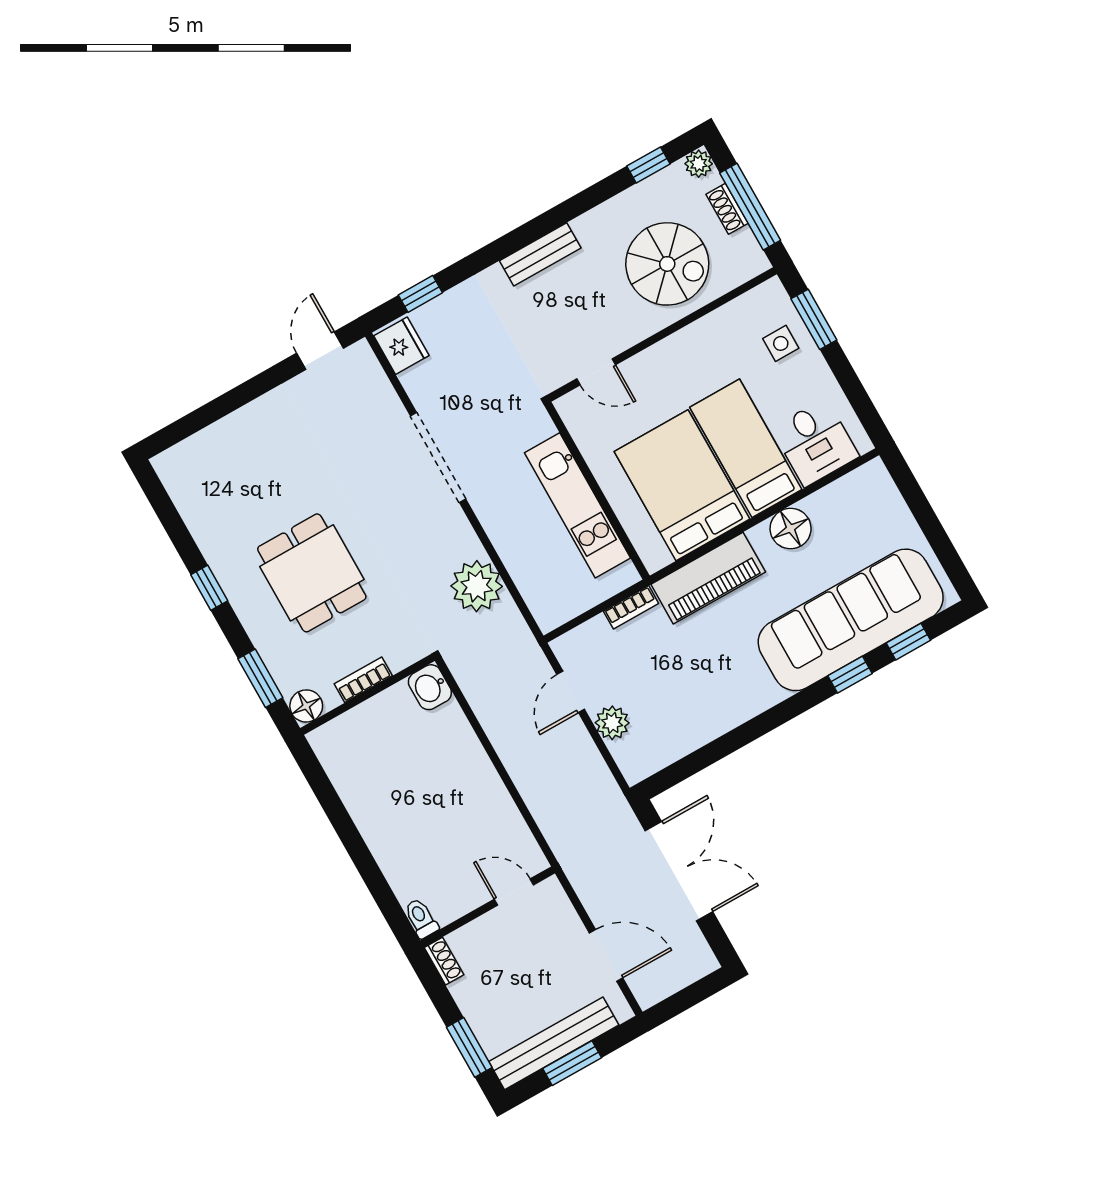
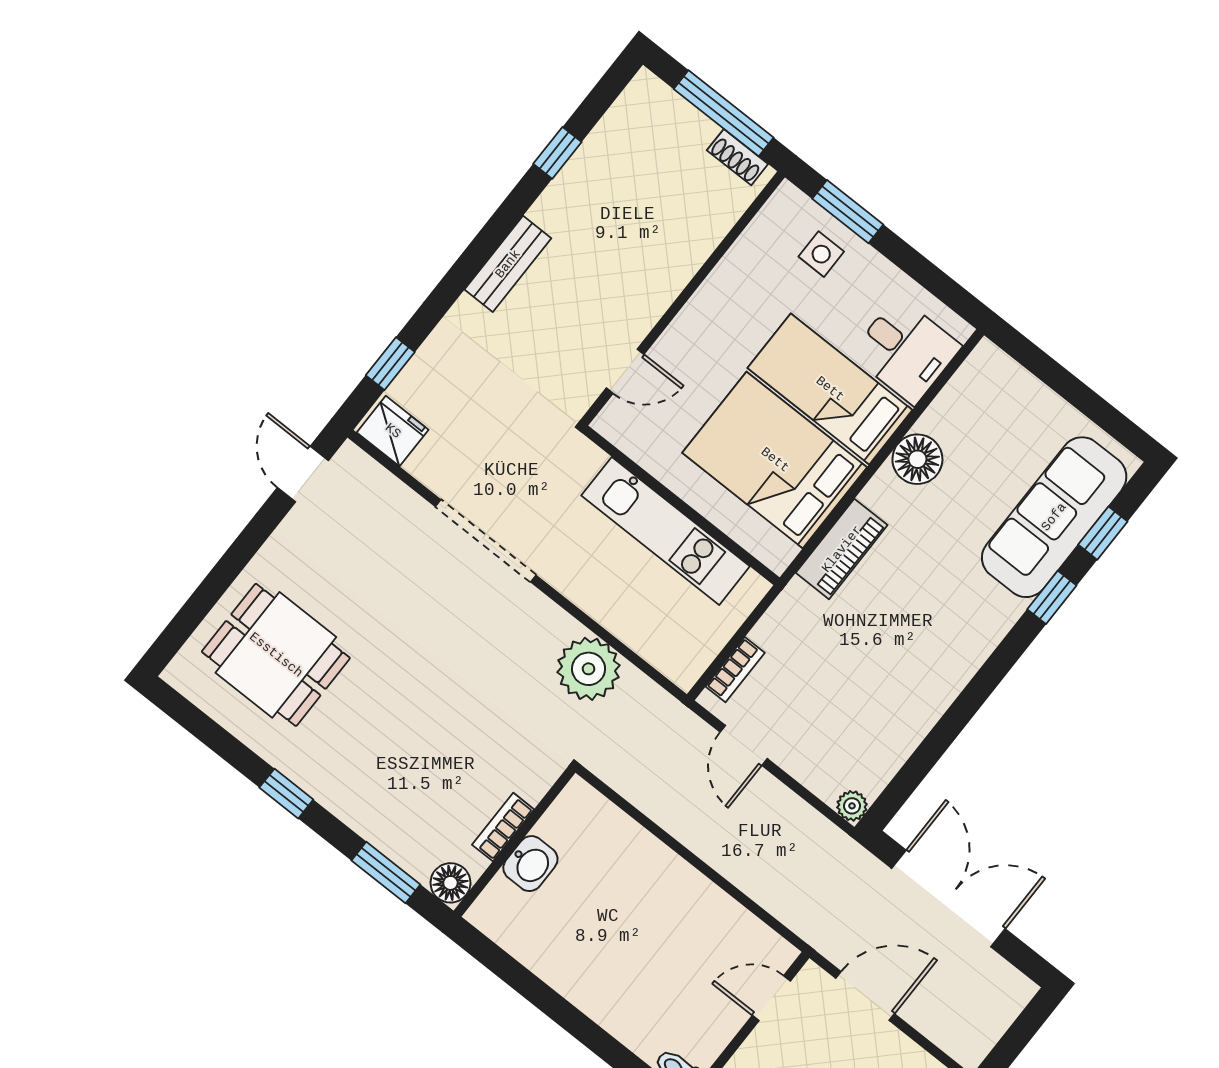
plant: (699, 164) -> (646, 88), removed
window: (648, 165) -> (557, 153), moved
shoe rack: (727, 209) -> (737, 157), moved
spiral stairs: (667, 264) -> (656, 216), removed
dining table: (312, 573) -> (276, 655), moved
piano: (708, 578) -> (842, 549), width x0.73, depth x0.75
bookcase: (631, 607) -> (735, 670), moved
sofa: (851, 620) -> (1054, 517), width x0.74, depth x0.79
washbasin: (430, 687) -> (530, 864), moved, turned -90
plant: (612, 723) -> (852, 806), moved, width x0.73, depth x0.73
door: (606, 955) -> (865, 996), moved

